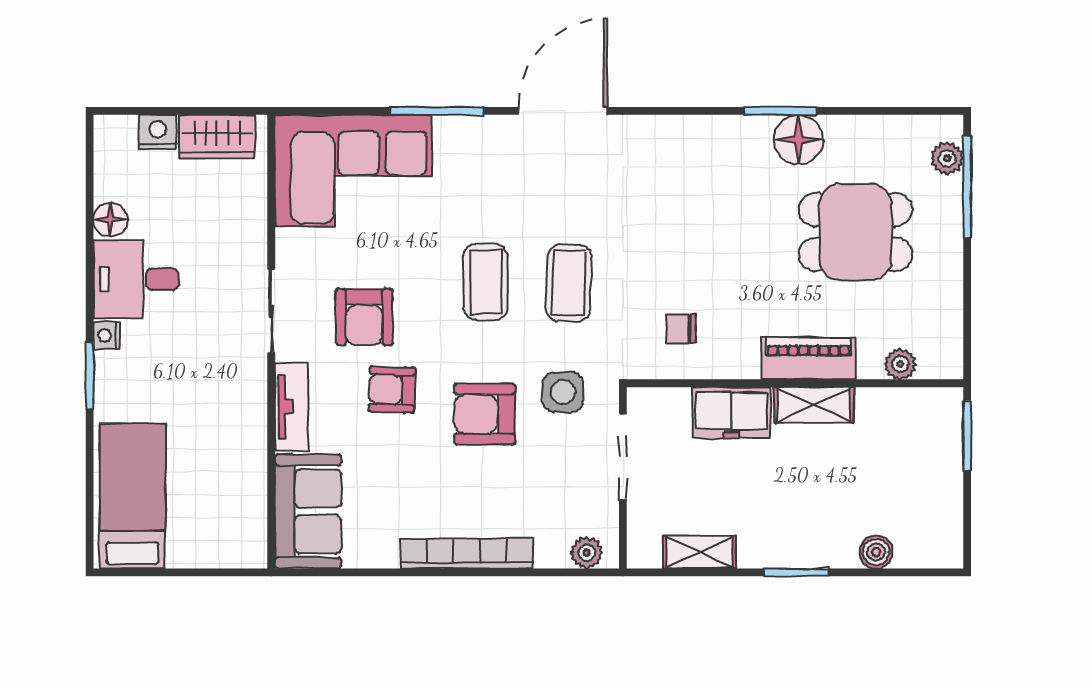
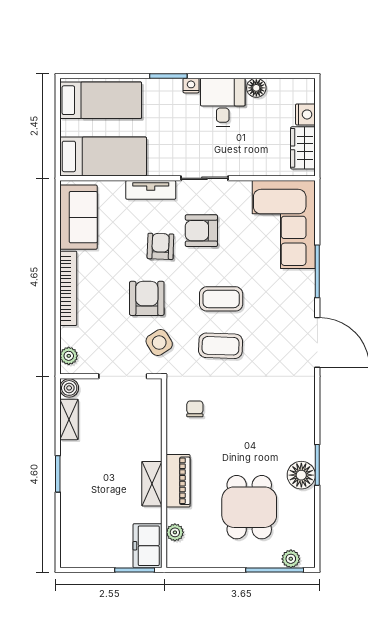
side table: (563, 392) -> (159, 343), turned -32
freezer: (732, 413) -> (148, 546), moved
bed: (232, 492) -> (103, 156), added
sofa: (308, 511) -> (78, 217), moved, turned -90
boiler: (876, 552) -> (69, 388), moved

